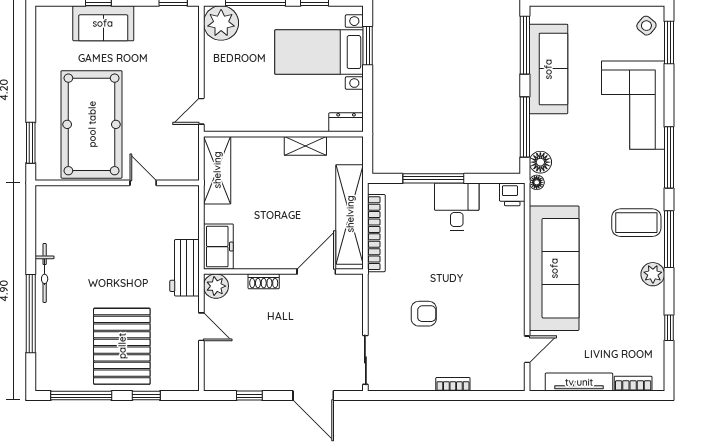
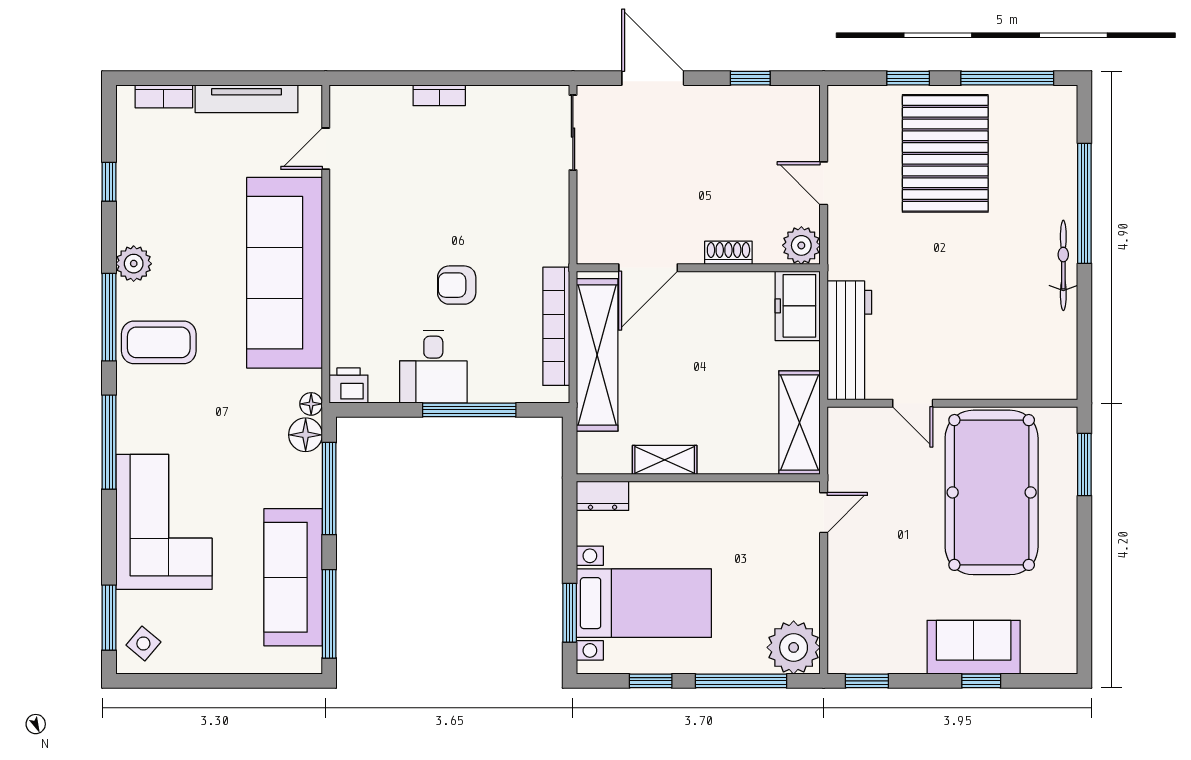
workbench: (185, 268) -> (849, 340), moved, width x1.38
armchair: (424, 314) -> (457, 285), moved

